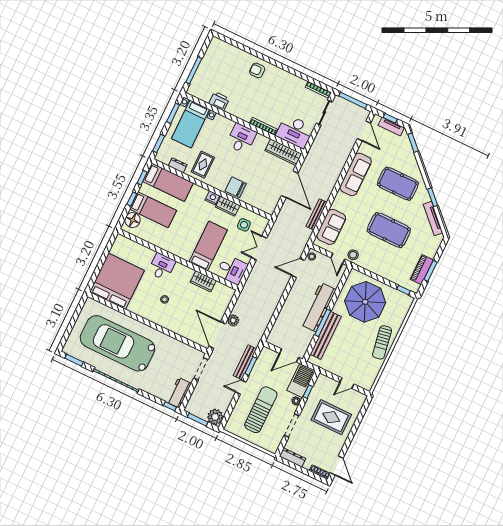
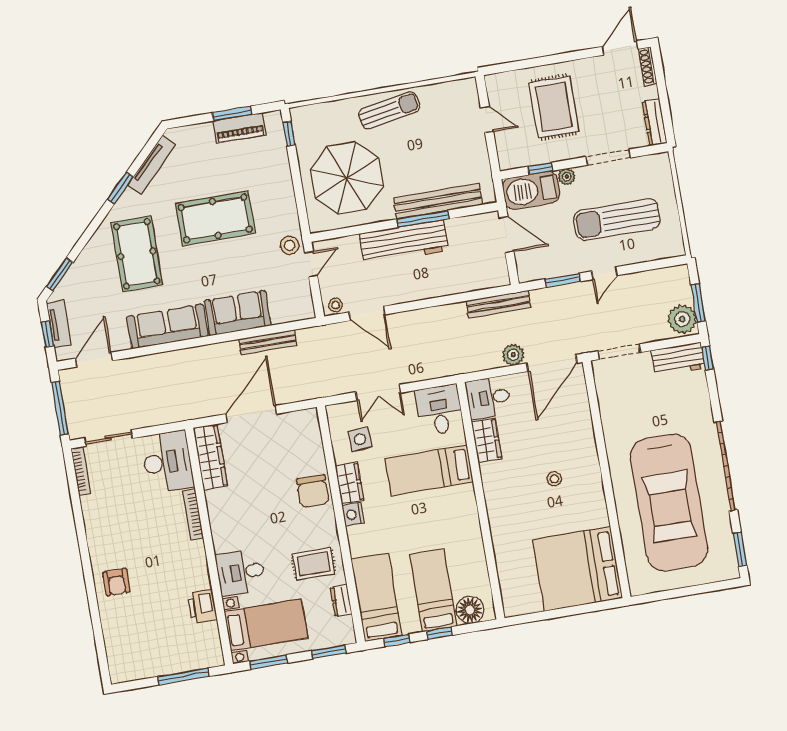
desk: (241, 138) -> (241, 572), moved
sofa: (331, 227) -> (238, 313), moved
pool table: (389, 230) -> (215, 218), turned 90
desk: (162, 267) -> (488, 398), moved
bench: (245, 362) -> (498, 304), moved
door: (241, 387) -> (604, 273), hinge flipped
plant: (215, 417) -> (682, 319), moved

